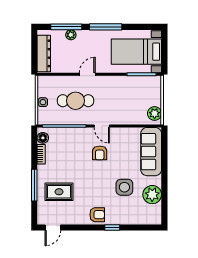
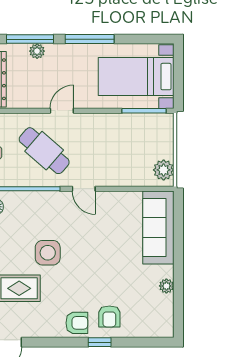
cafe table: (76, 101) -> (44, 151), turned 41
armchair: (100, 153) -> (109, 316), moved
side table: (124, 187) -> (48, 253), moved
plant: (152, 195) -> (166, 286), width x0.53, depth x0.53

